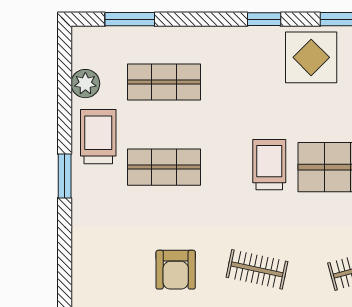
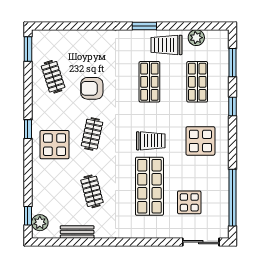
window: (264, 19) -> (232, 107), moved
display table: (311, 57) -> (200, 141), moved
trolley: (98, 137) -> (167, 45), turned 180

